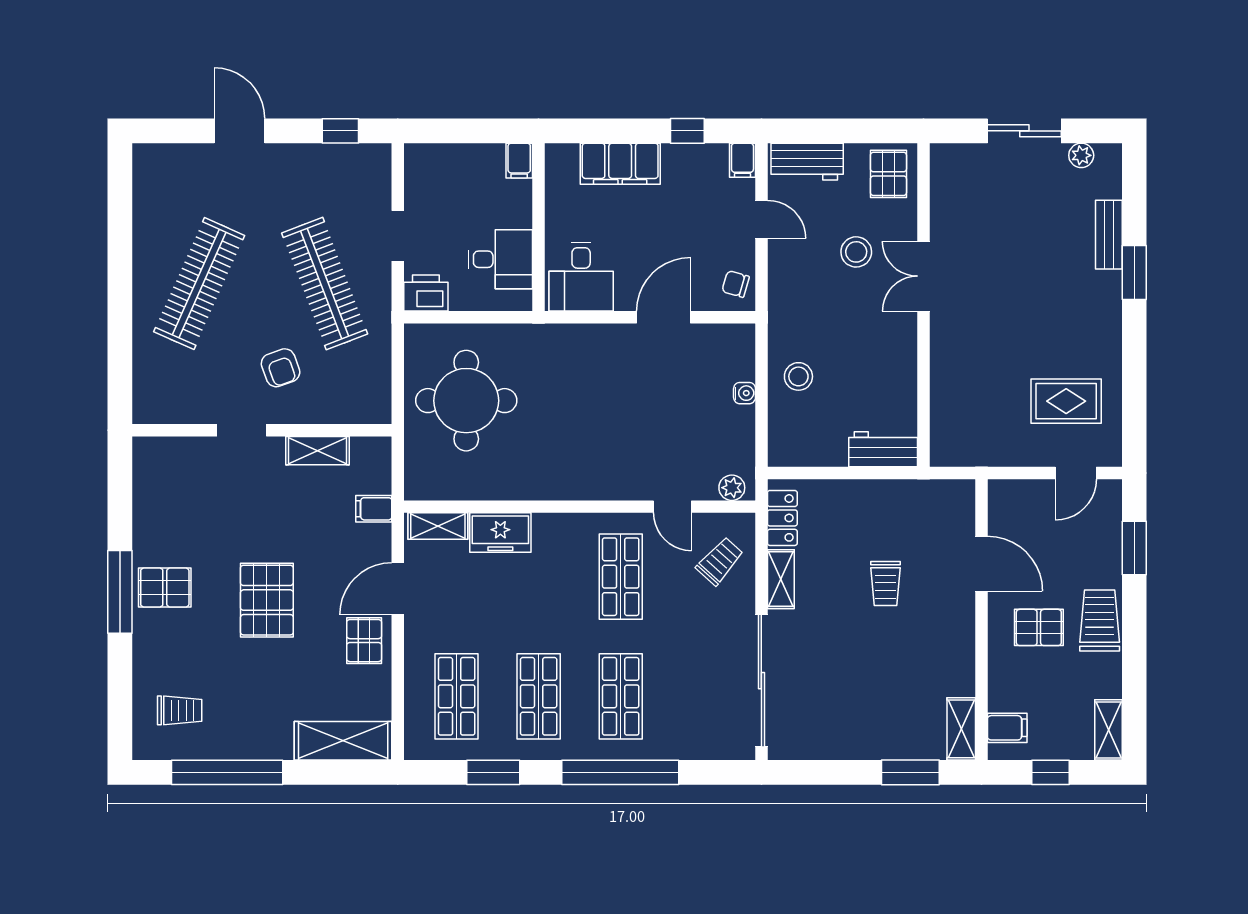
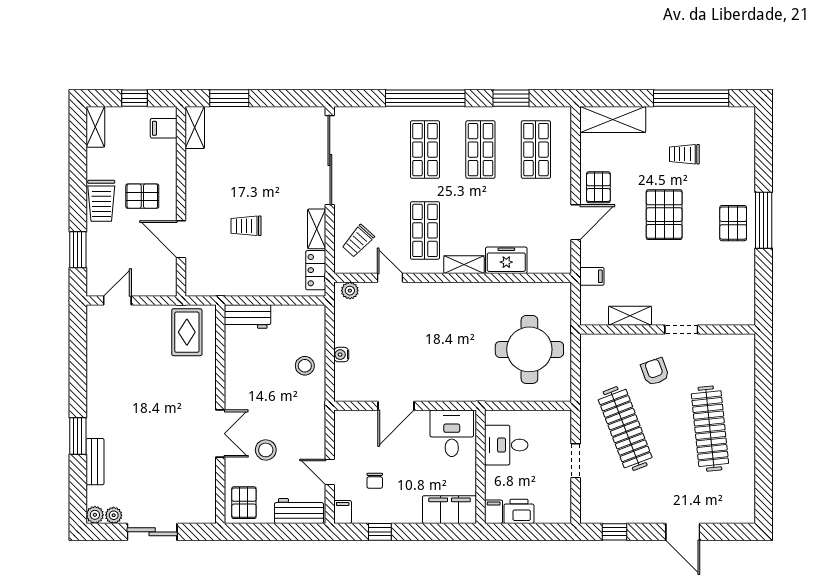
plant: (1109, 156) -> (95, 515), added
filing cabinet: (620, 164) -> (449, 510), moved
clothes rail: (199, 284) -> (710, 429), turned -30
chair: (736, 284) -> (375, 481), moved, turned 74
printer: (426, 293) -> (519, 511), moved, turned 180
rug: (1066, 401) -> (187, 332), moved, turned 90
shelving: (438, 526) -> (464, 265), moved
trolley: (885, 584) -> (246, 226), turned -90
pallet: (165, 587) -> (733, 223), turned 90
trolley: (180, 710) -> (684, 154), moved

